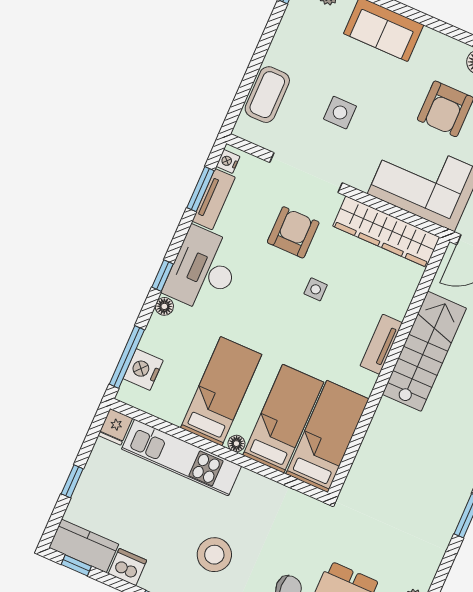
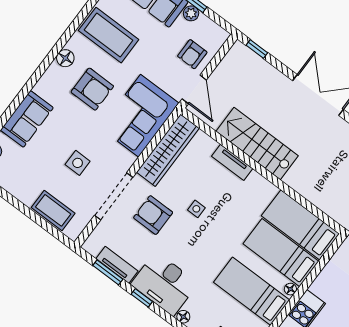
nightstand: (228, 161) -> (93, 249), removed
window: (163, 276) -> (142, 298), moved
tv unit: (381, 344) -> (232, 162), moved

